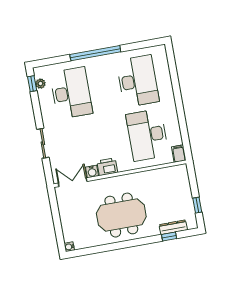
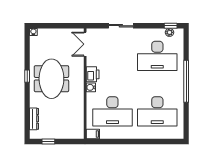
desk: (147, 135) -> (112, 111), turned 180
water cooler: (92, 172) -> (91, 87), moved
double door: (73, 182) -> (85, 44), swing flipped
window: (169, 237) -> (27, 76), moved

